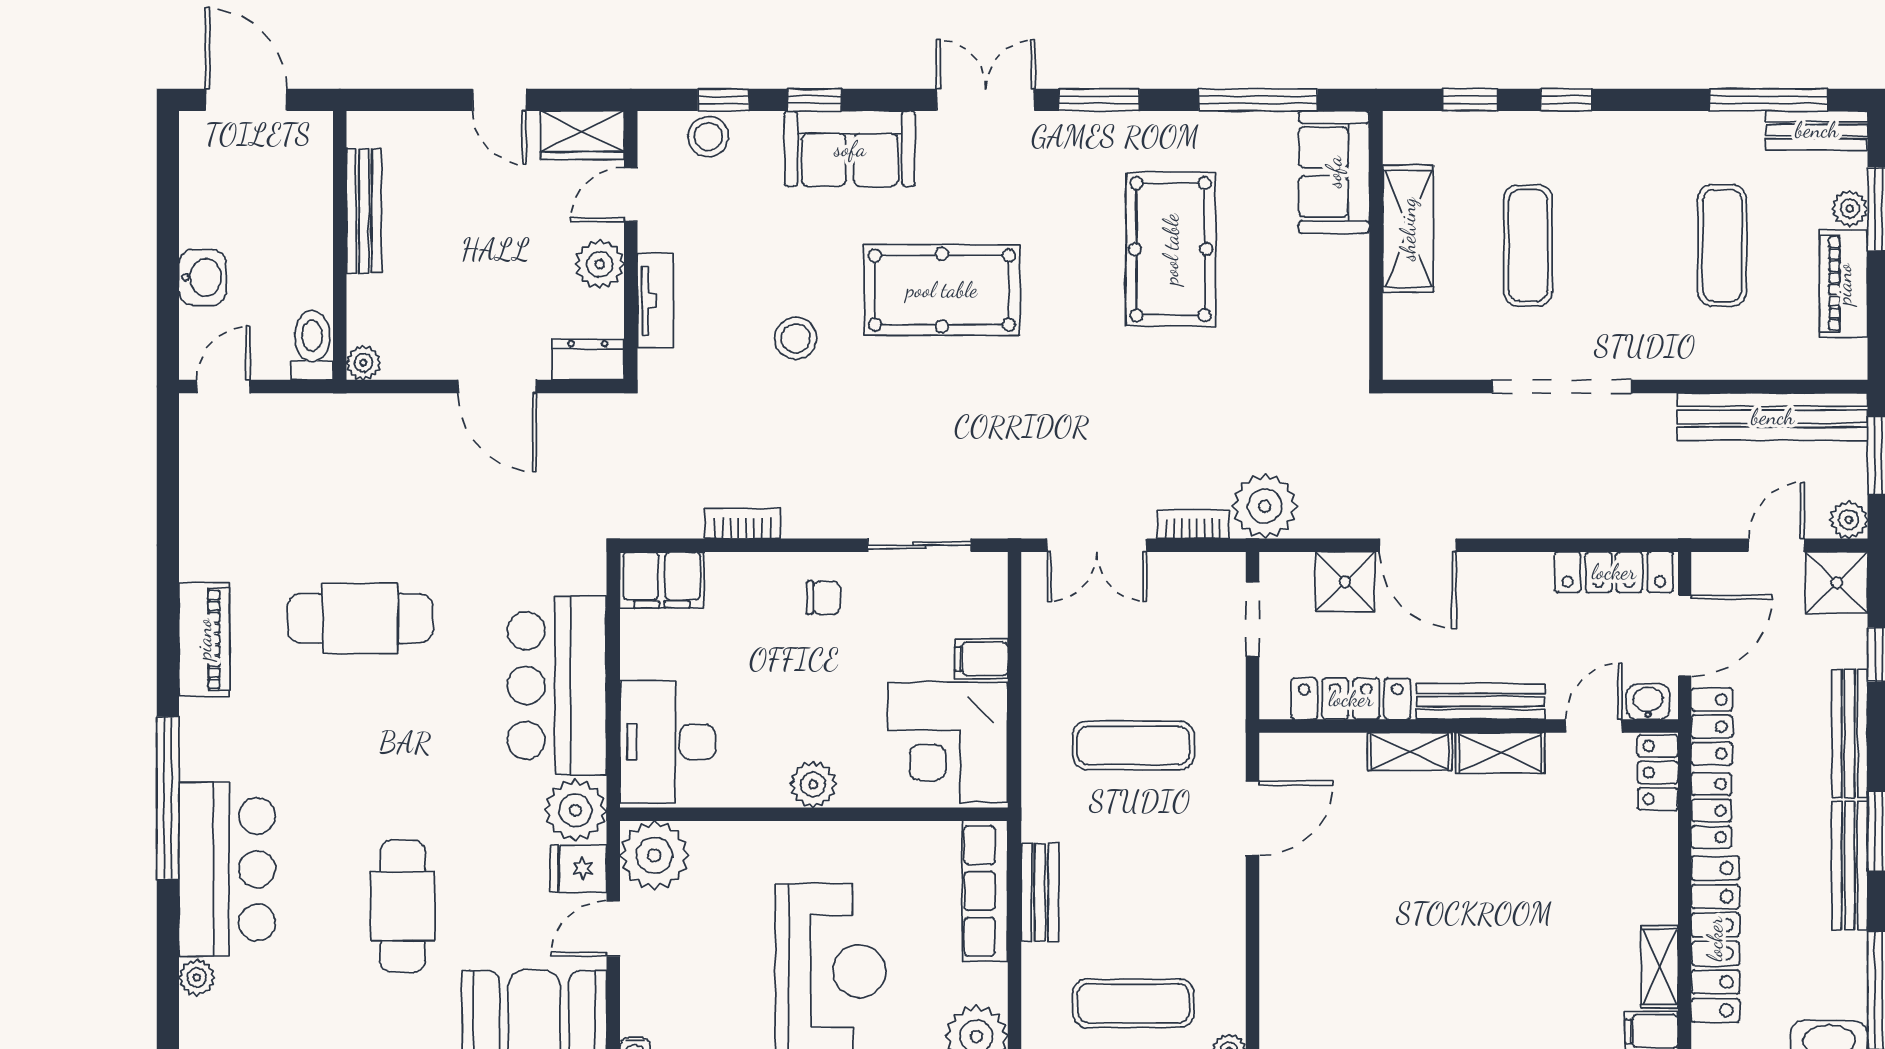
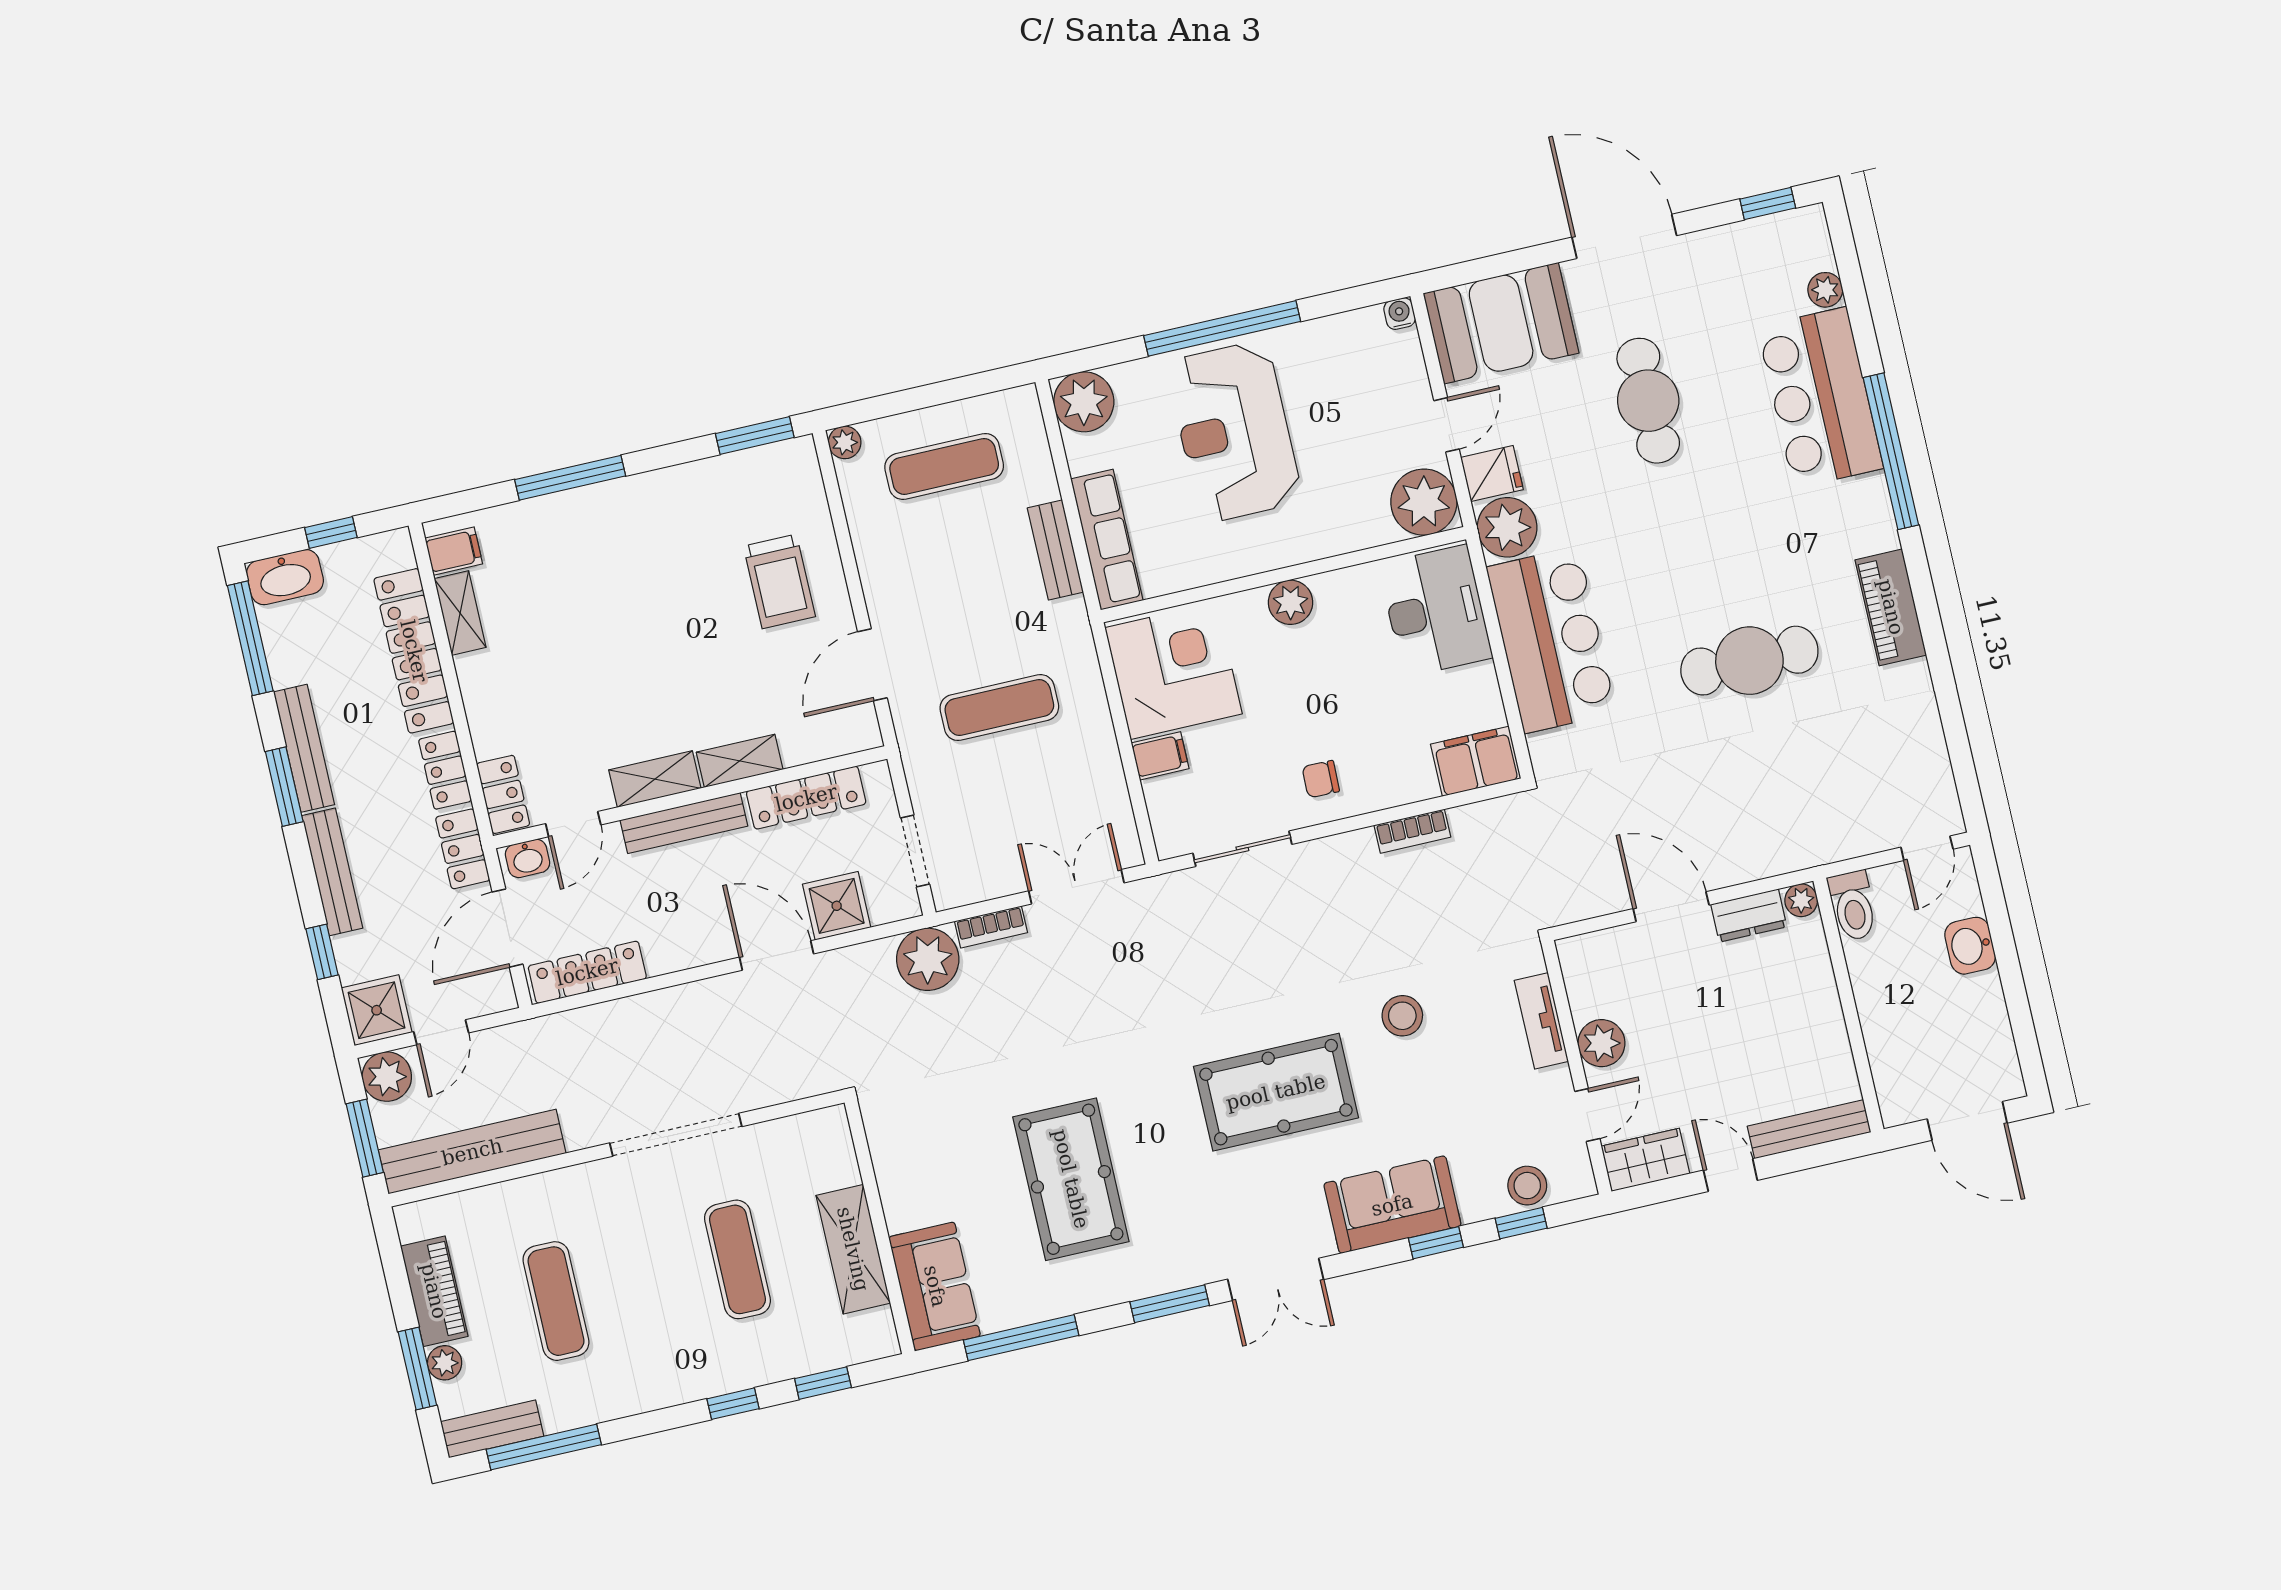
bench: (364, 211) -> (1809, 1129), moved, turned 90
dresser: (588, 359) -> (1749, 916), moved
plant: (1849, 520) -> (387, 1077), width x1.38, depth x1.38
trolley: (1328, 925) -> (779, 581), added

